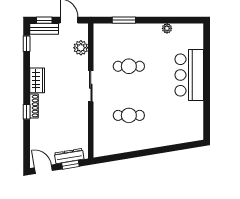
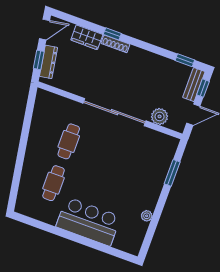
cafe table: (129, 66) -> (54, 183), moved
wardrobe: (37, 80) -> (87, 37), moved
sliding door: (91, 86) -> (114, 112), width x1.86

